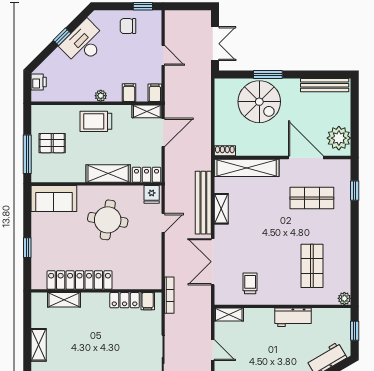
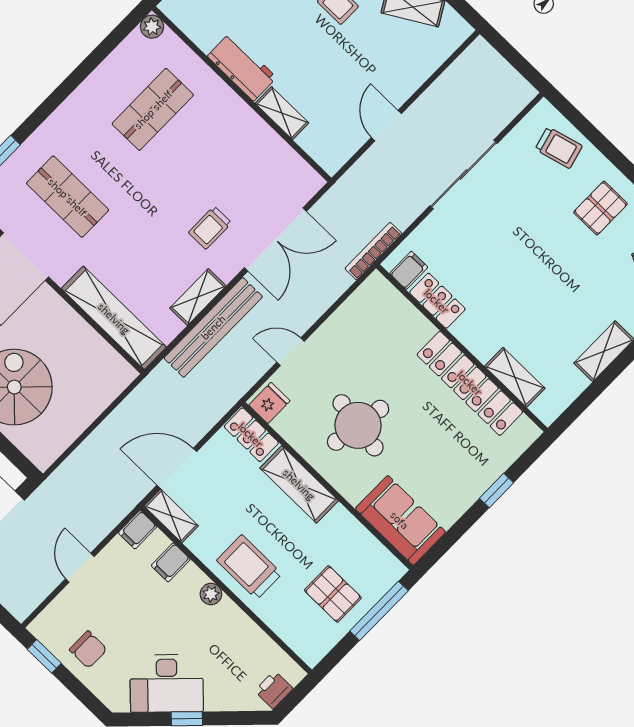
trolley: (96, 121) -> (249, 567), turned 180
shoe rack: (225, 151) -> (120, 367), removed
trolley: (250, 283) -> (210, 228), moved
shelving: (229, 315) -> (282, 113), moved

